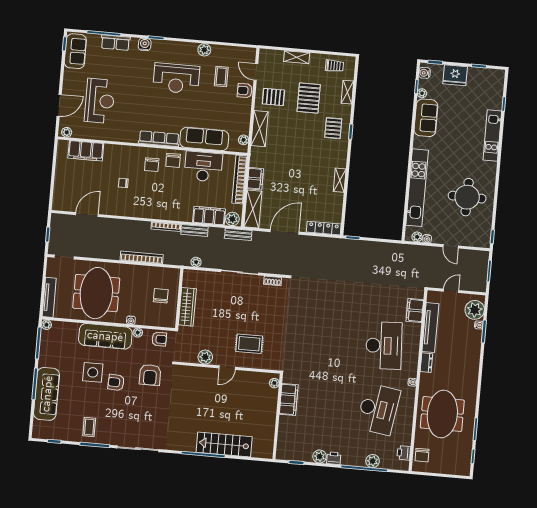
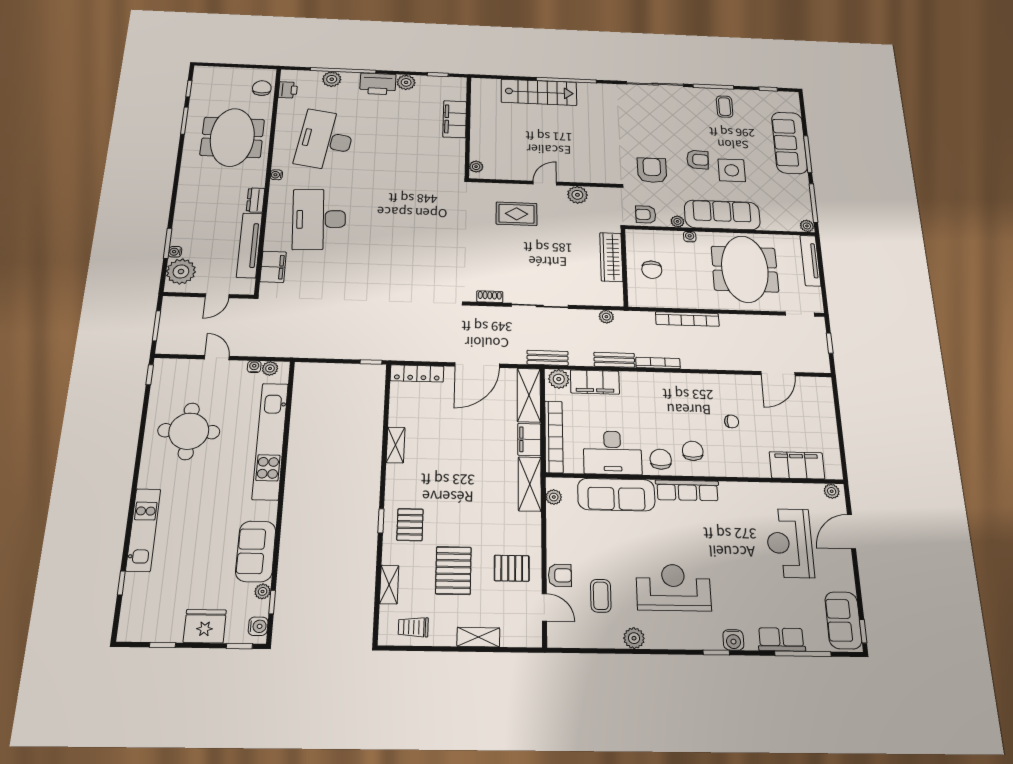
shelving: (260, 129) -> (530, 484), moved
filing cabinet: (289, 399) -> (455, 119), moved
printer: (334, 458) -> (378, 84), width x1.87, depth x1.48

